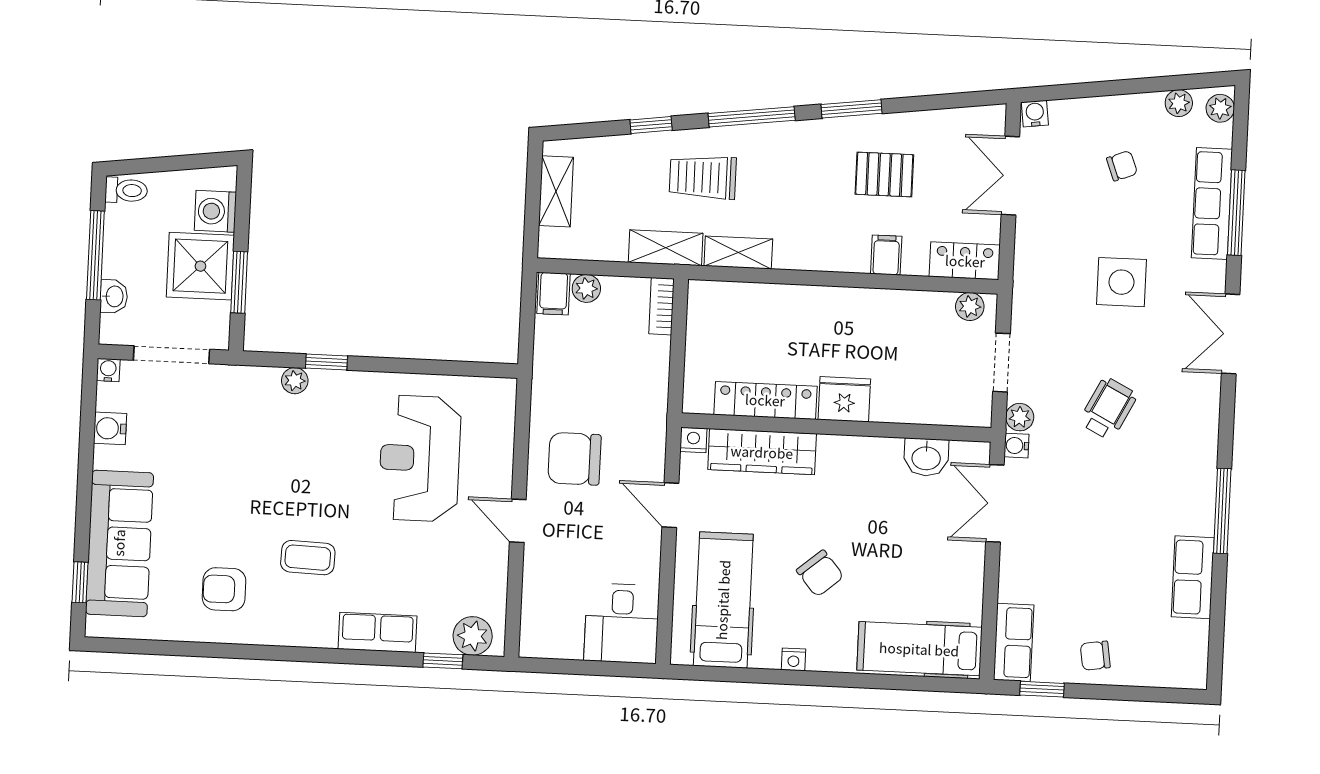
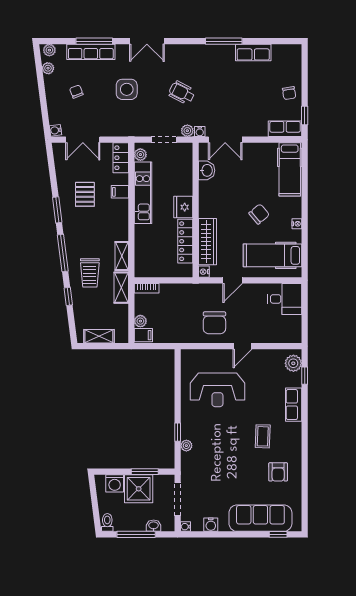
kitchen unit: (882, 308) -> (143, 193), added

